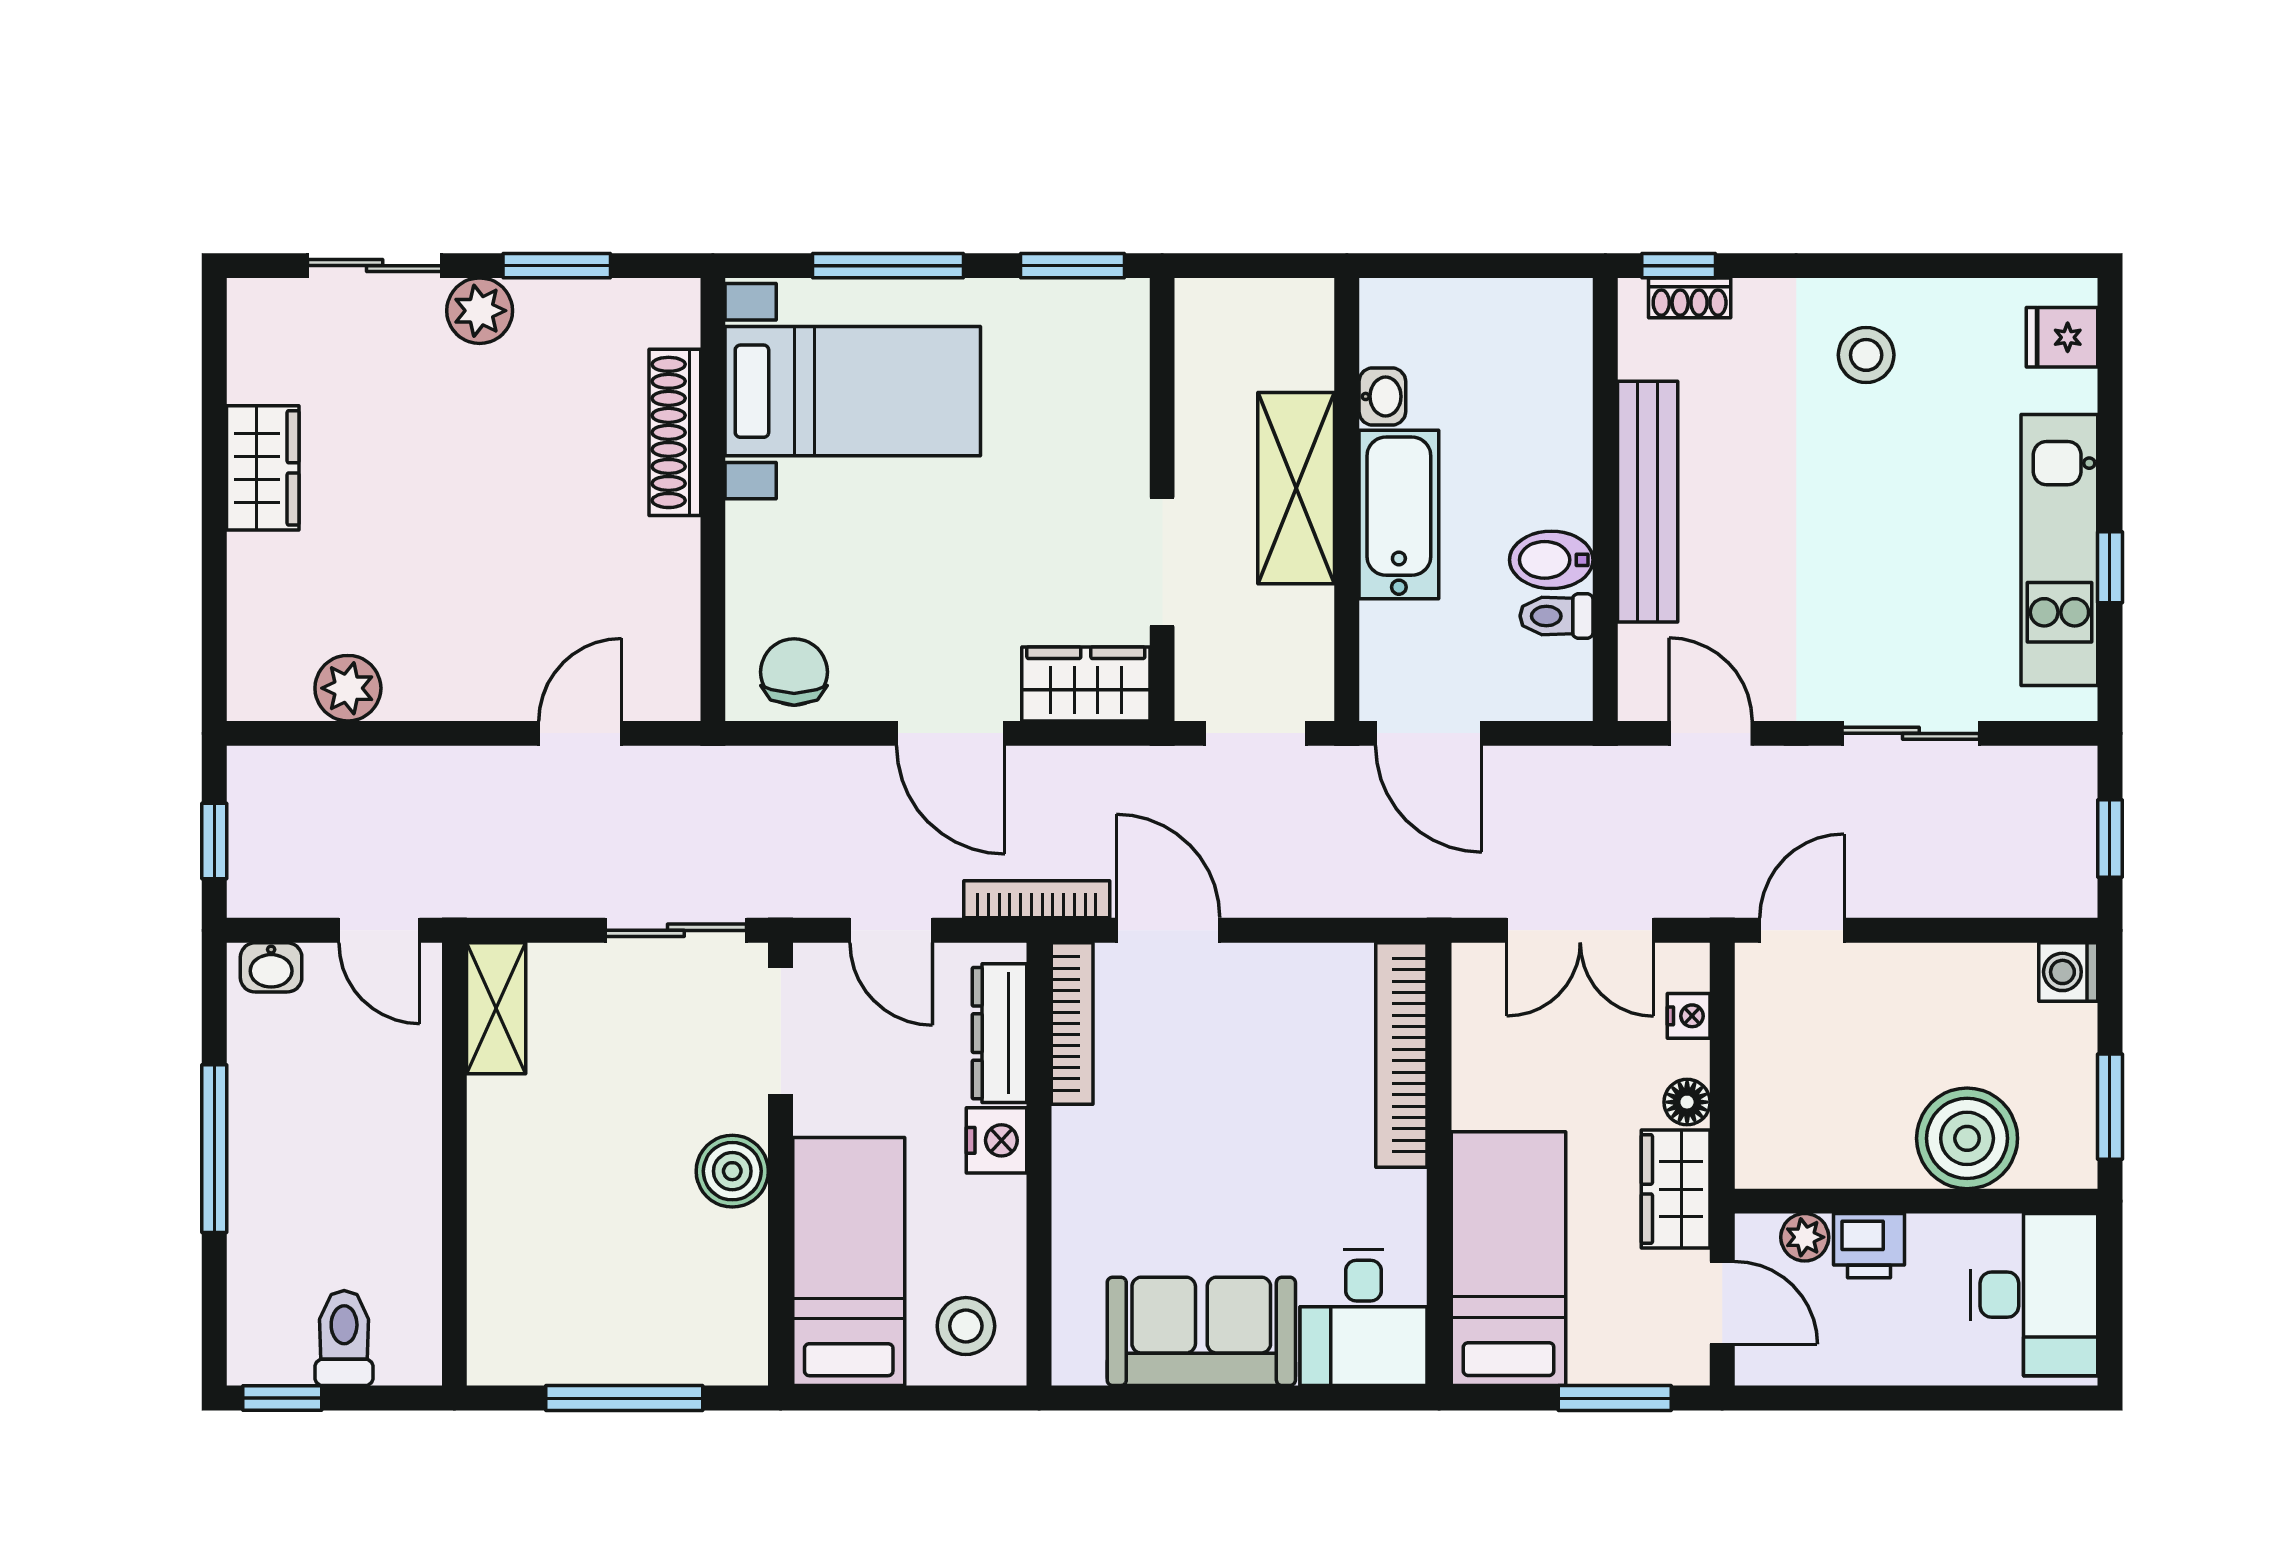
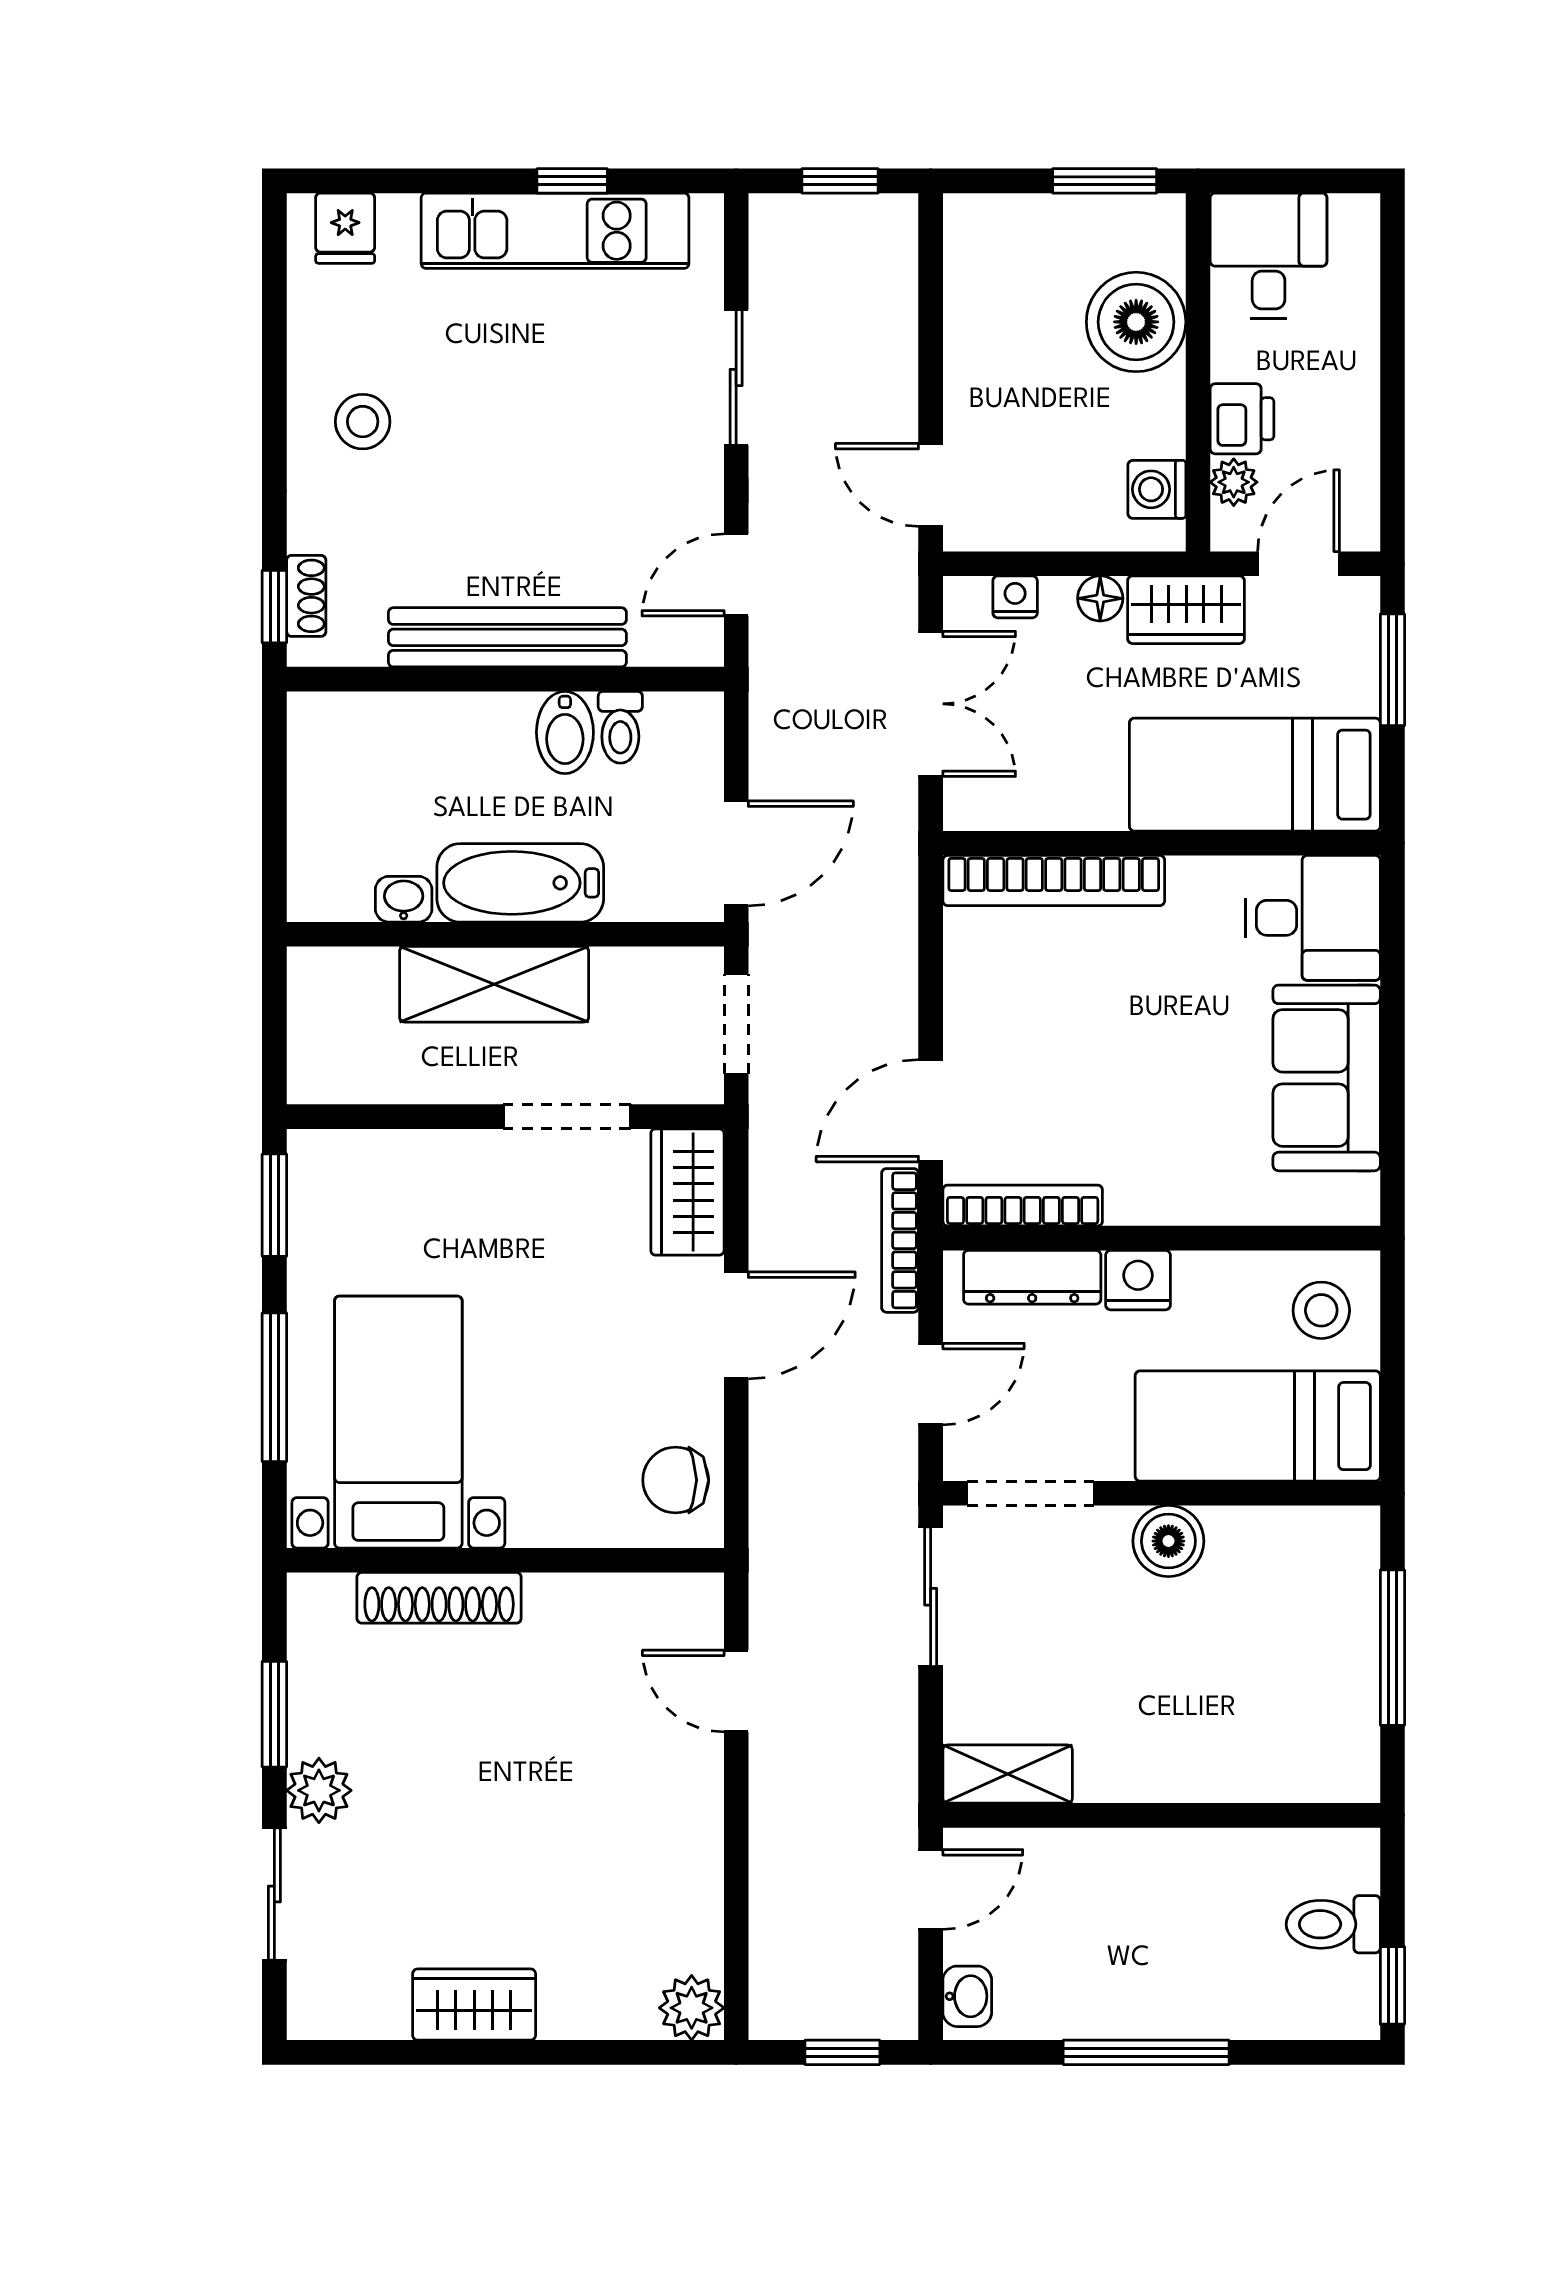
plant: (348, 688) -> (692, 2008), moved
washing machine: (2068, 972) -> (1157, 489), moved, turned 90
desk: (2034, 1295) -> (1269, 256), width x0.73

